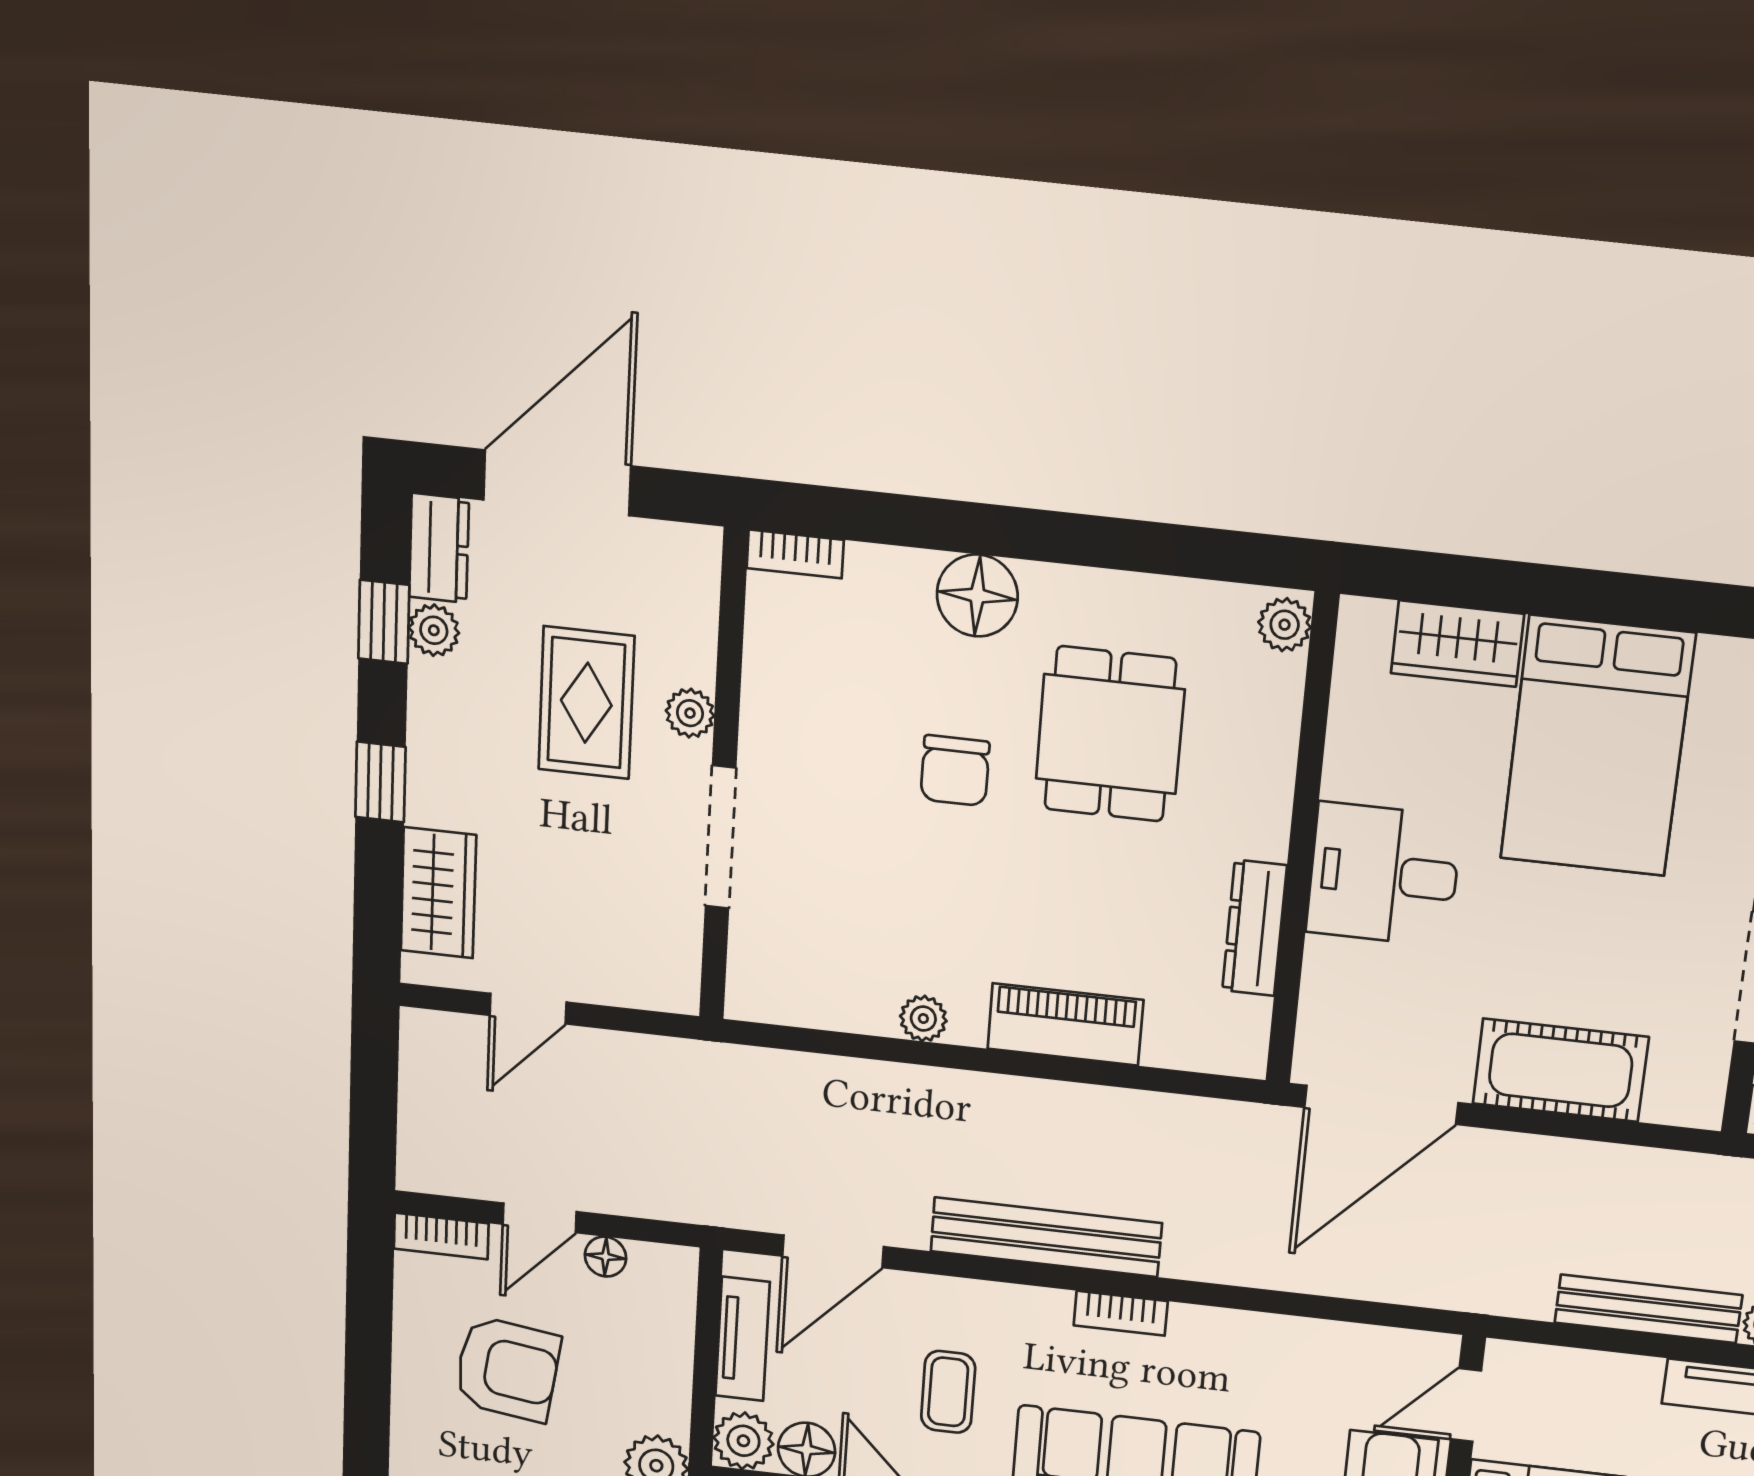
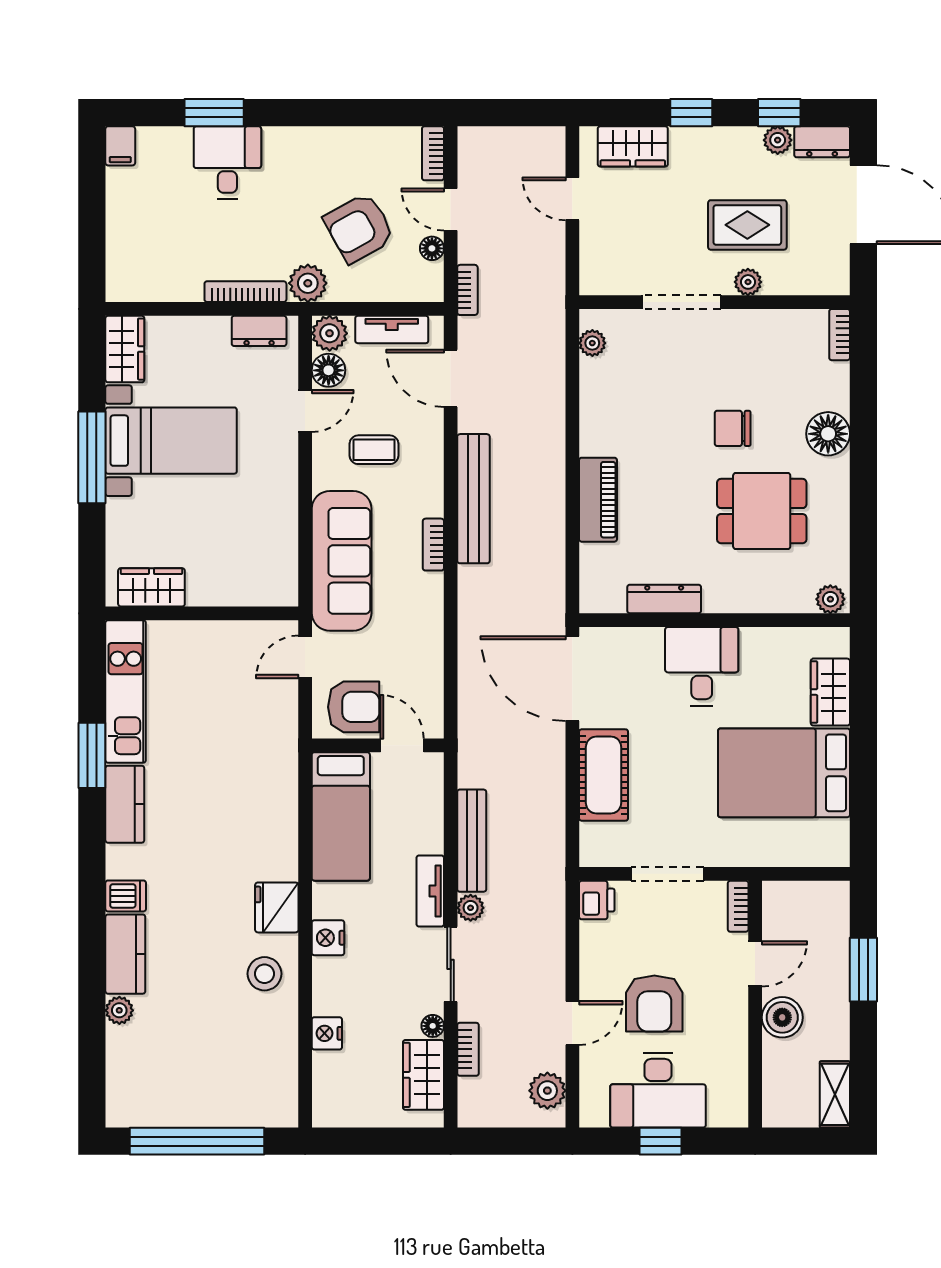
plant: (923, 1019) -> (592, 343), moved
bookcase: (680, 1206) -> (467, 290), added
armchair: (507, 1369) -> (359, 228), moved, turned 53

